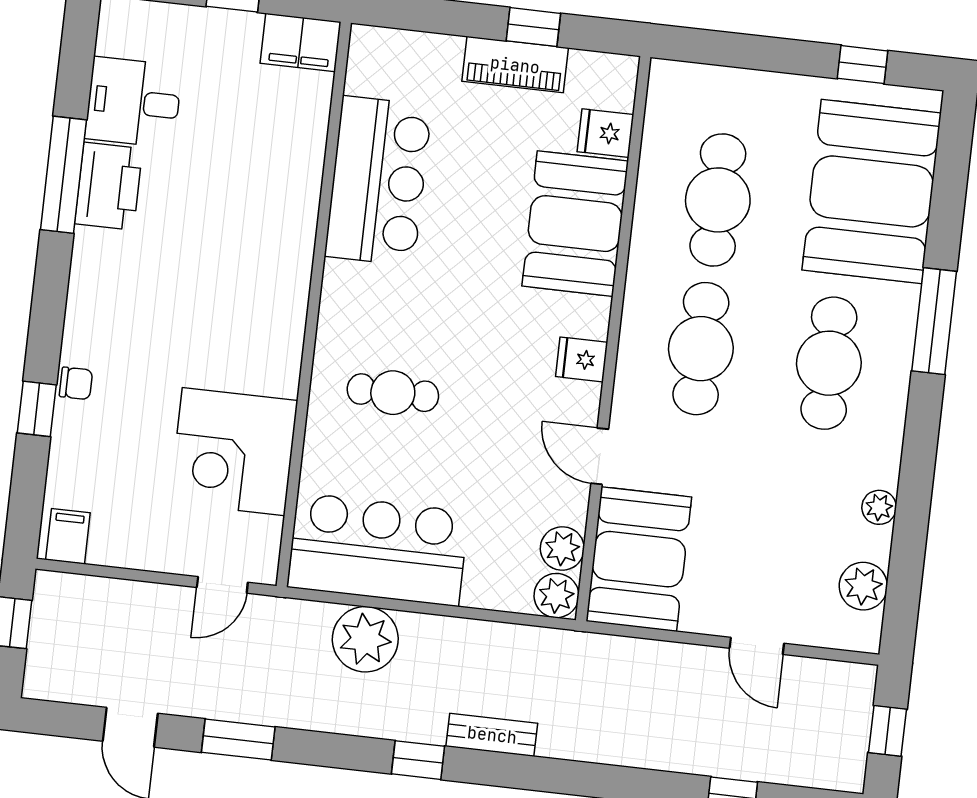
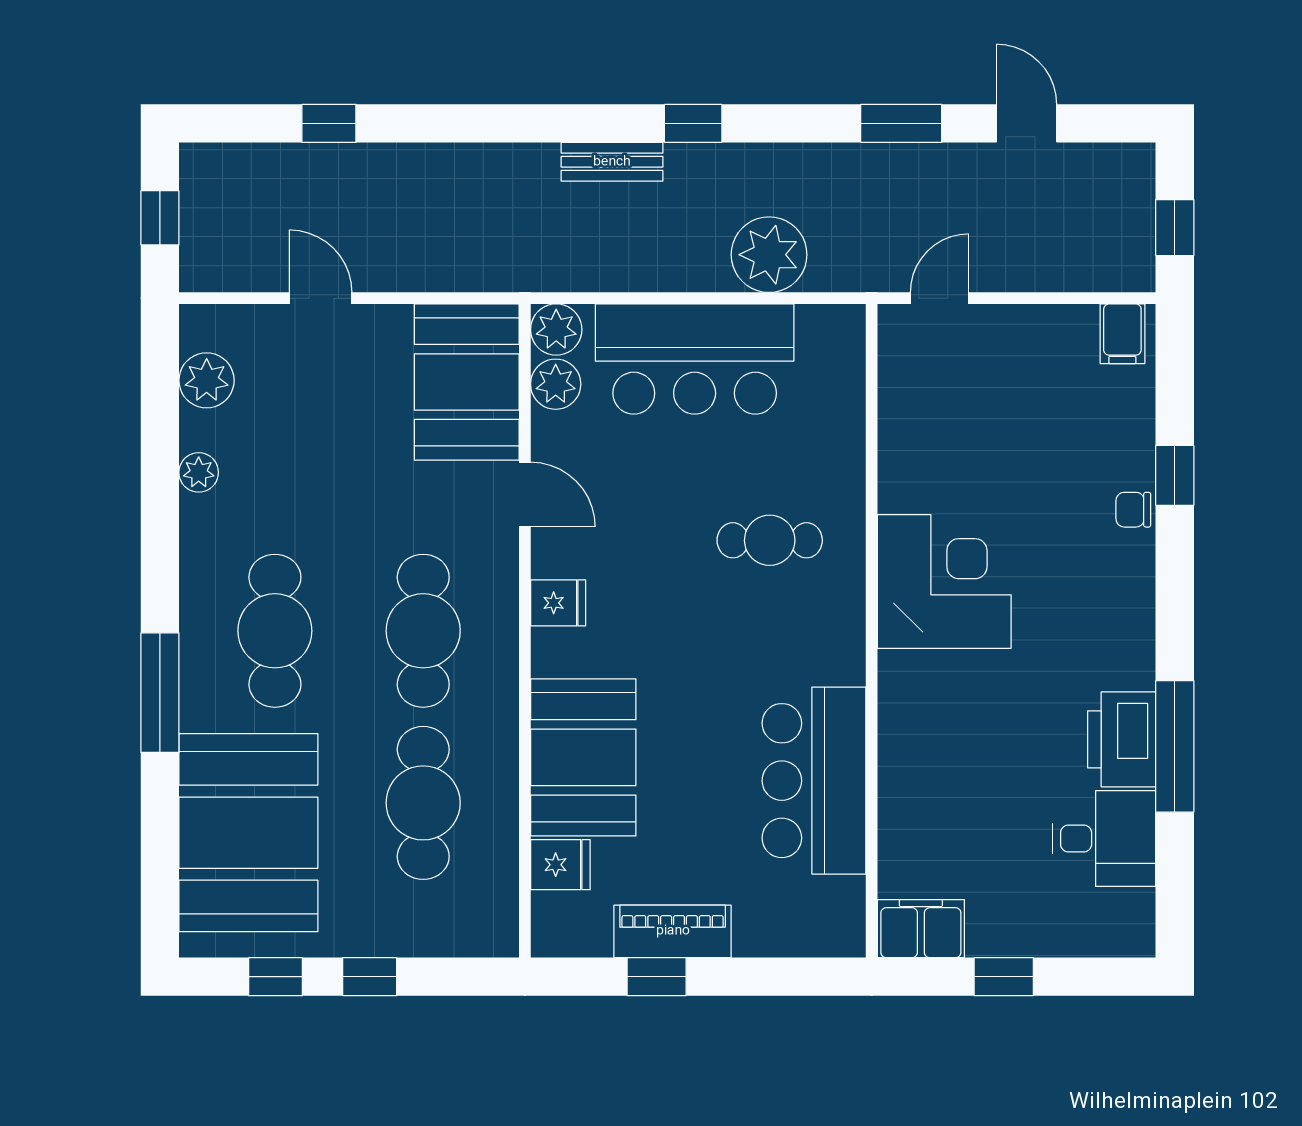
window: (781, 55) -> (370, 977), added
corner desk: (233, 452) -> (944, 581), moved
bar counter: (378, 549) -> (695, 359), moved

